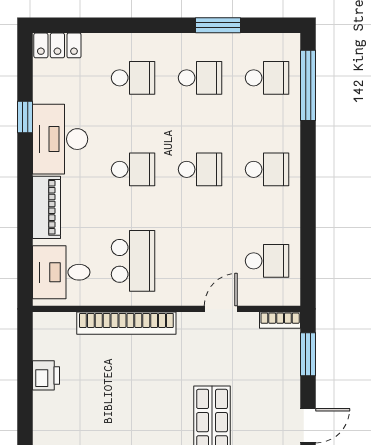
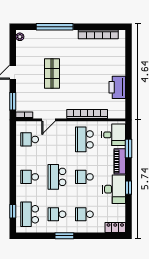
window: (218, 25) -> (64, 236), moved
school desk: (267, 78) -> (30, 214), width x1.85
window: (308, 85) -> (13, 211), width x0.46
window: (25, 117) -> (129, 188), moved
school desk: (200, 169) -> (57, 177), width x1.85
window: (25, 239) -> (129, 149), added
printer: (46, 375) -> (117, 87), width x1.87, depth x1.48

